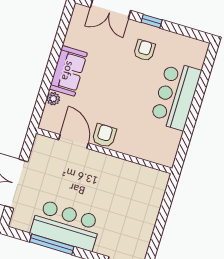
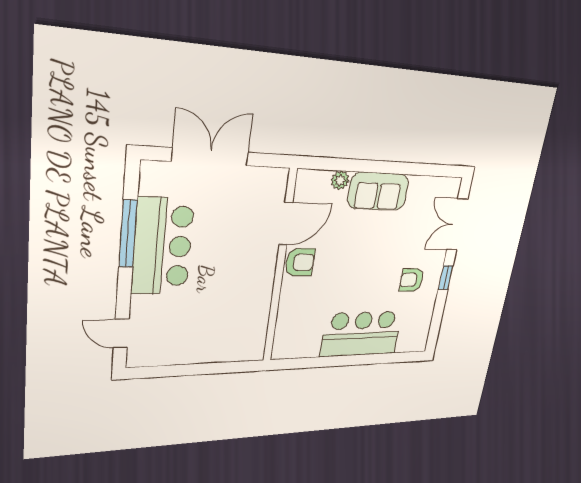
armchair: (144, 50) -> (412, 280), turned 180

